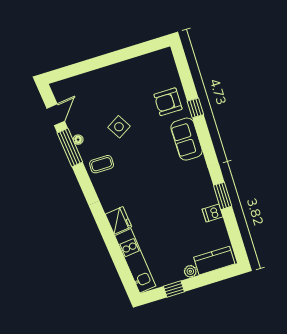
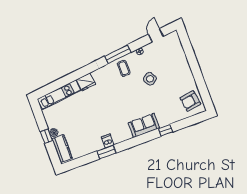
armchair: (168, 102) -> (190, 101), moved, turned -99
door: (56, 115) -> (156, 35), swing flipped
window: (70, 148) -> (118, 54), moved
dishwasher: (213, 213) -> (108, 141), moved
window: (174, 289) -> (46, 136), moved

